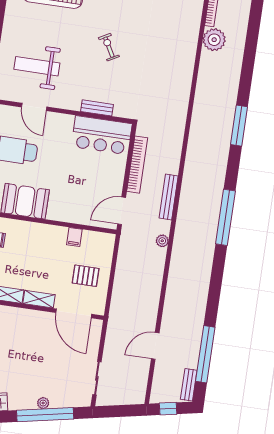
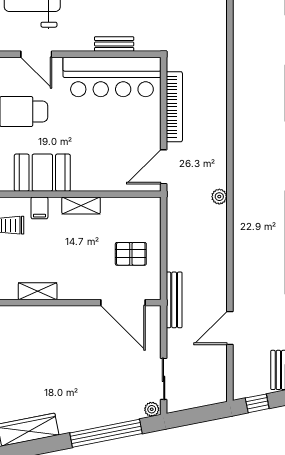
bar counter: (102, 135) -> (112, 77), width x1.36
bench: (169, 197) -> (174, 300), moved
filing cabinet: (74, 237) -> (39, 208), moved
shelving: (39, 299) -> (81, 205), moved
plant: (43, 403) -> (152, 409), moved

